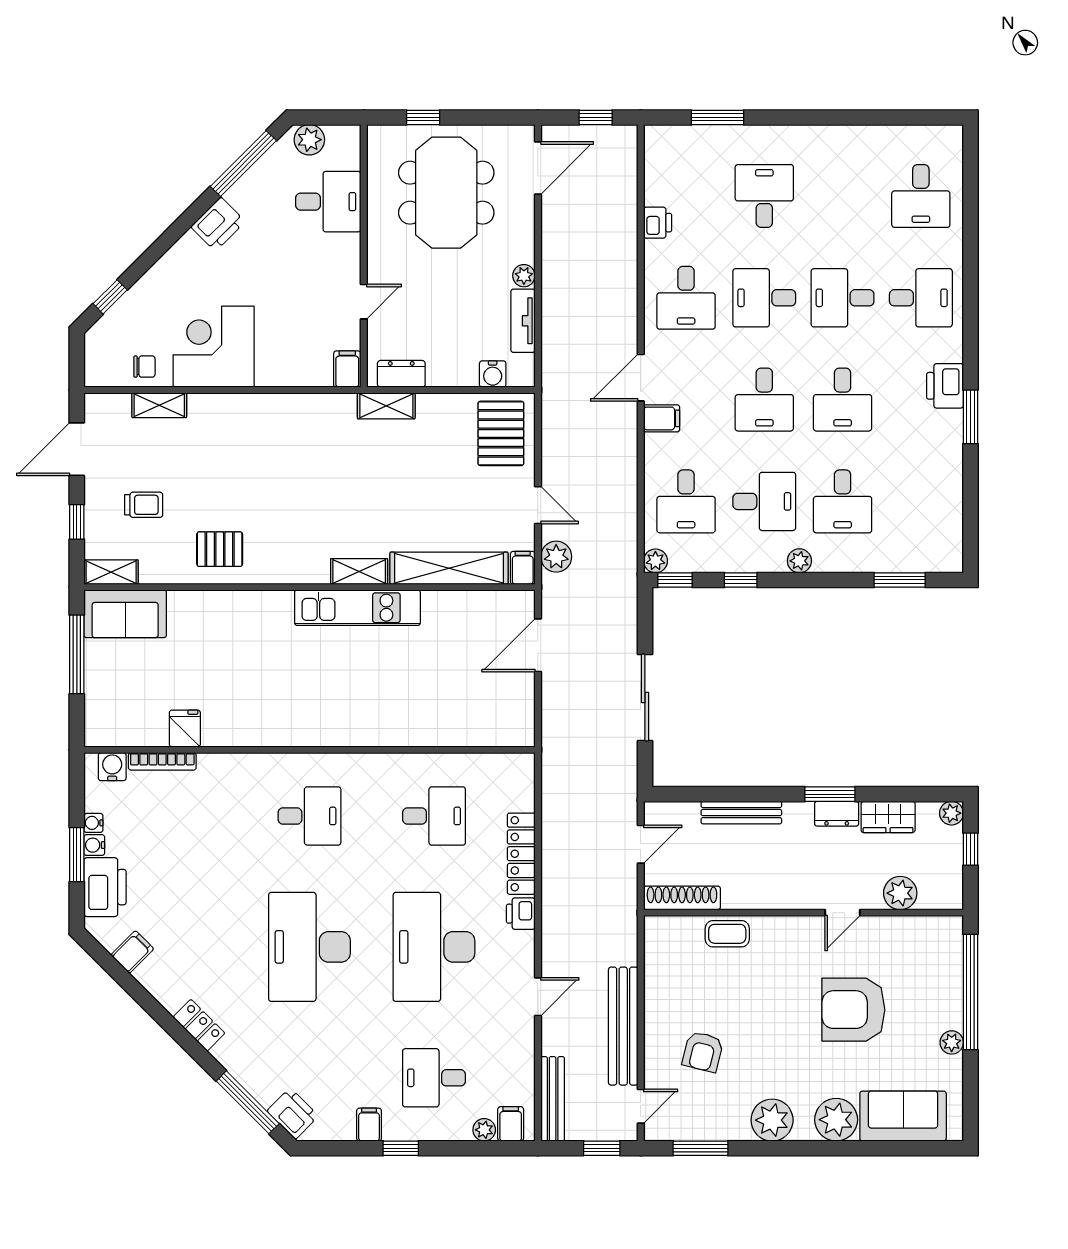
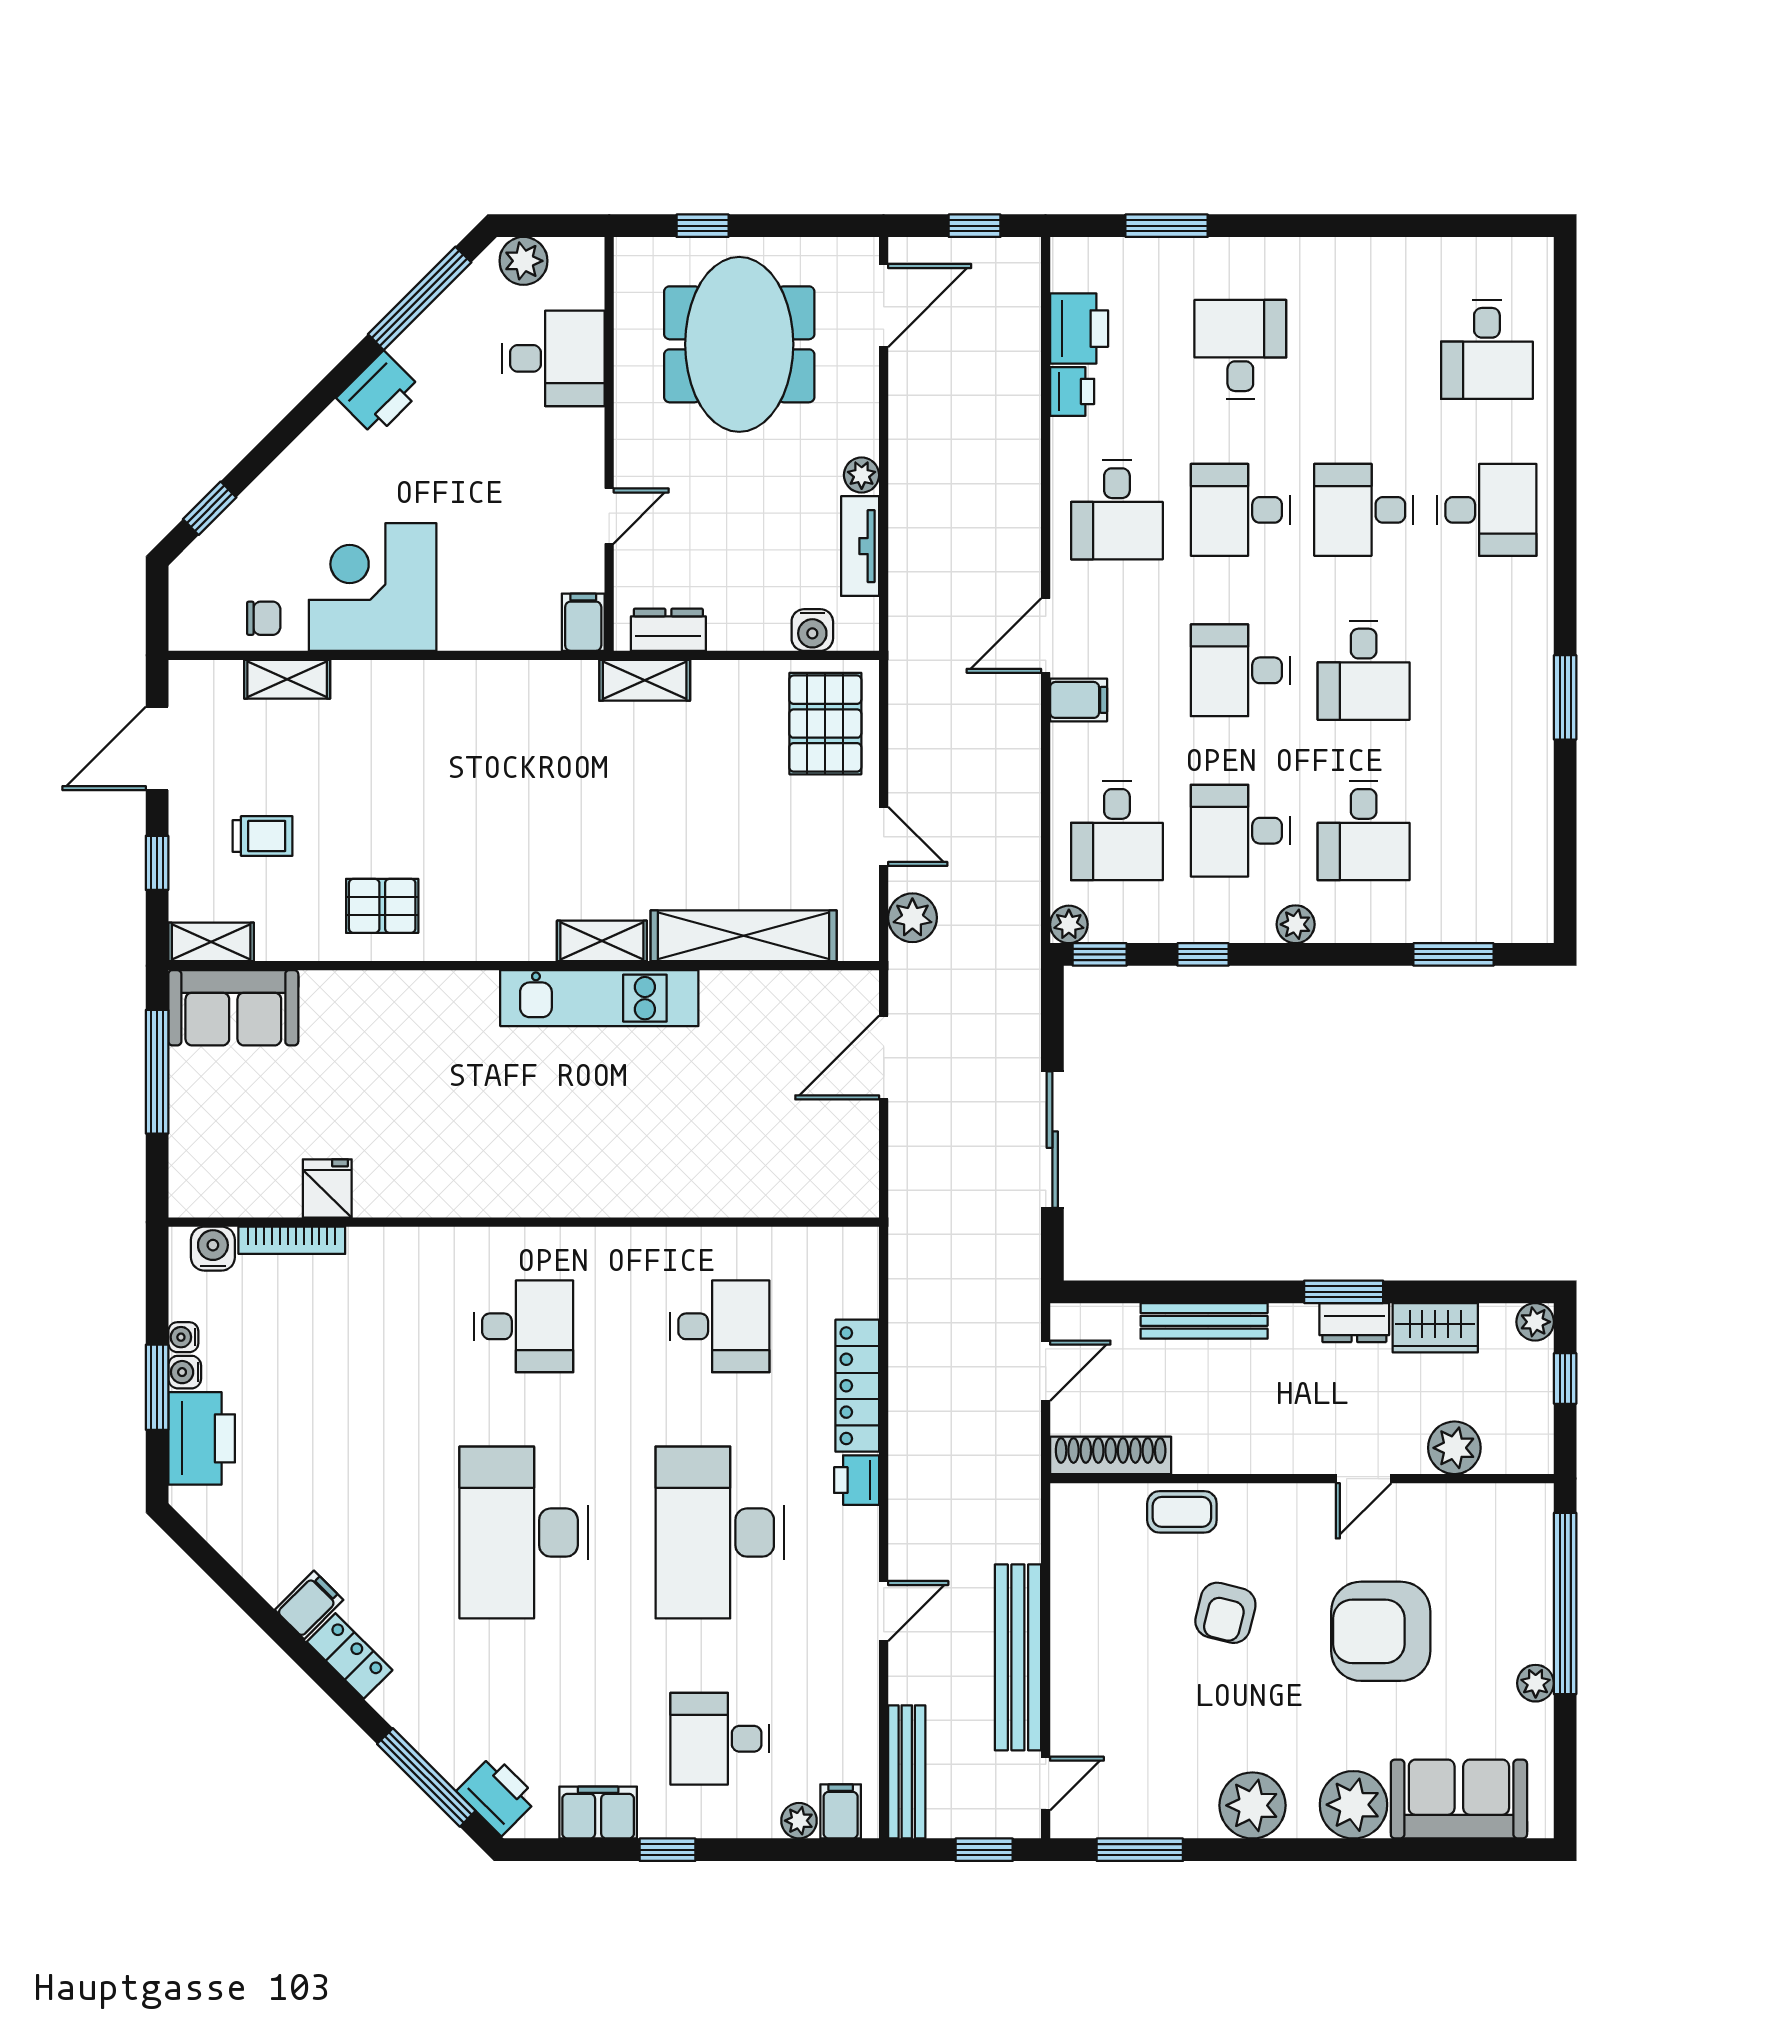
printer: (945, 386) -> (1079, 329), moved, turned 180
desk: (764, 400) -> (1240, 670), turned 90
desk: (764, 501) -> (1240, 831), turned 180
filing cabinet: (523, 568) -> (860, 935), removed
filing cabinet: (132, 952) -> (309, 1605), moved
armchair: (703, 1052) -> (1225, 1613), moved
filing cabinet: (369, 1125) -> (598, 1813), width x2.00

